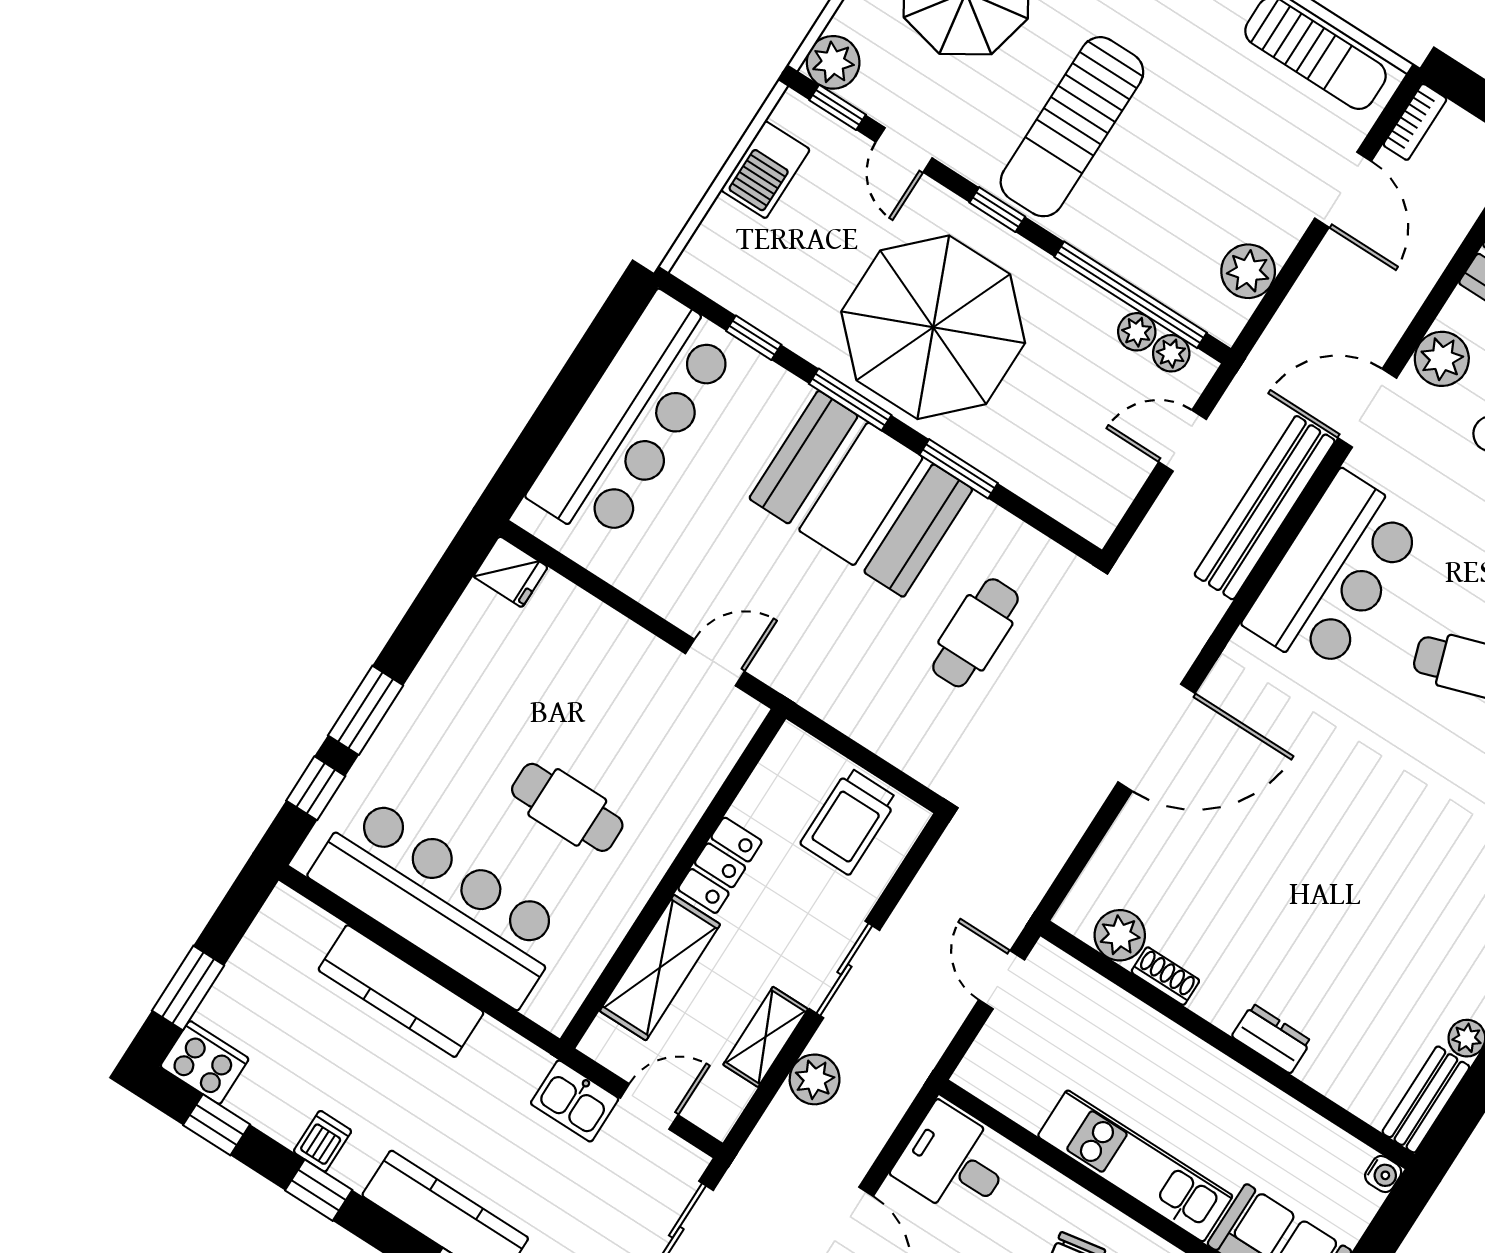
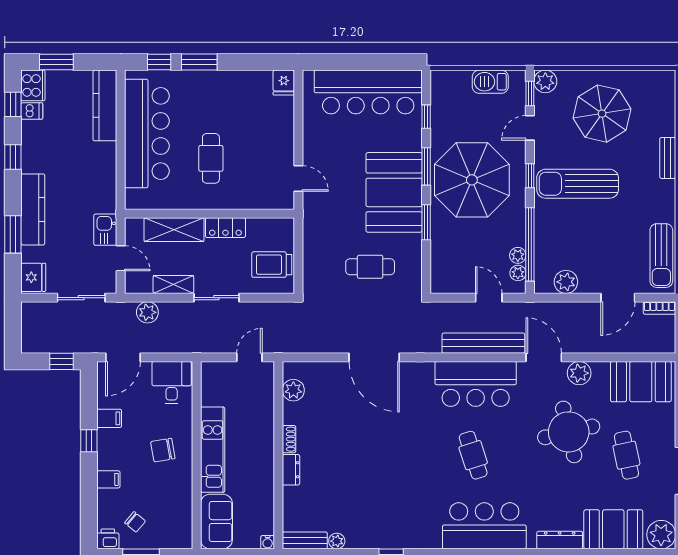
shoe rack: (1165, 976) -> (289, 439), moved
kitchen counter: (401, 991) -> (105, 105), moved
plant: (815, 1079) -> (147, 312), moved
dishwasher: (323, 1141) -> (32, 111), moved

